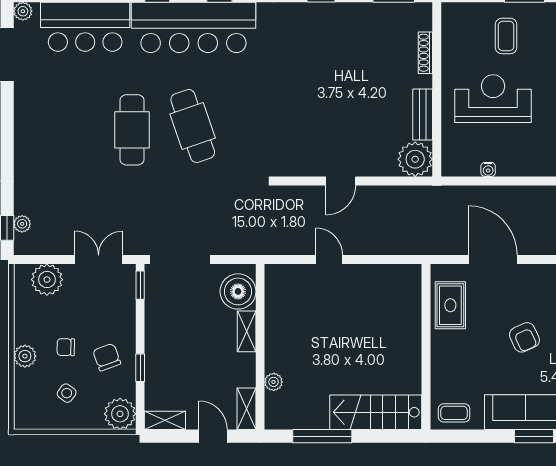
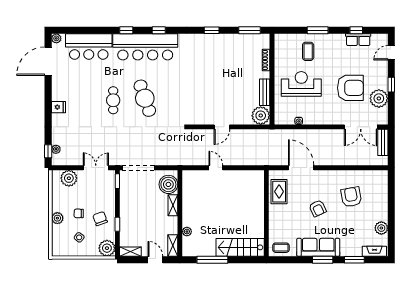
cafe table: (132, 130) -> (113, 100), width x0.73, depth x0.74
fridge: (27, 143) -> (58, 107), added

